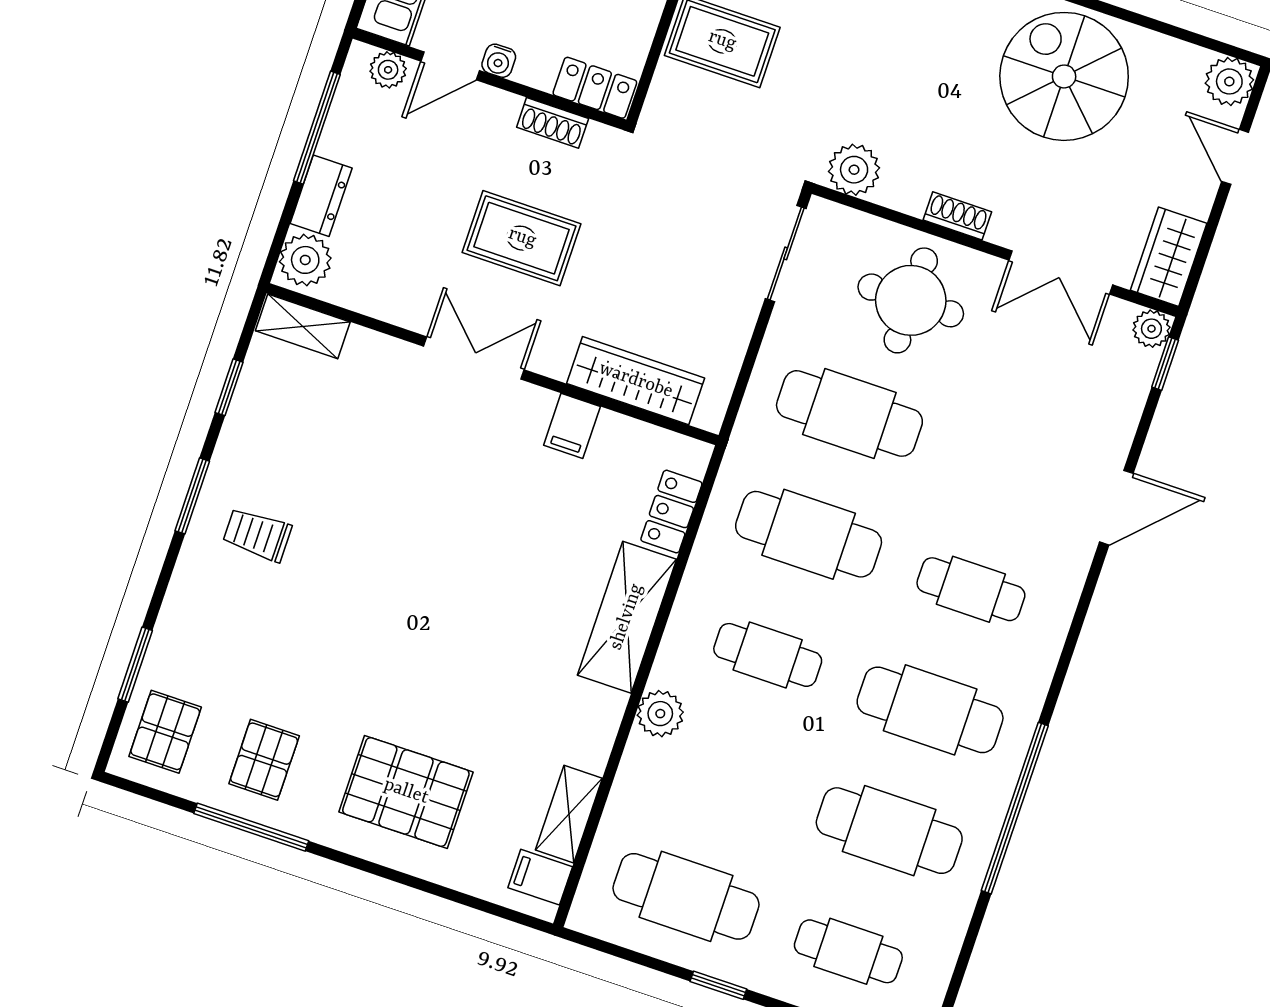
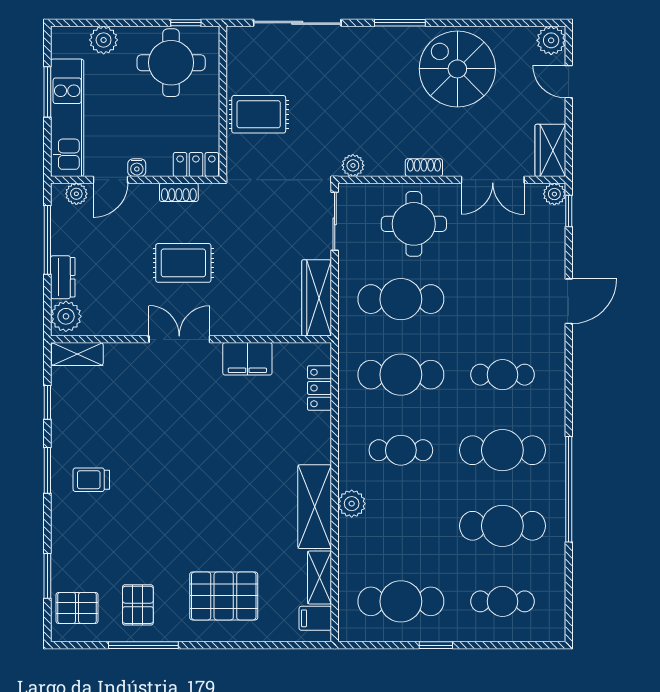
plant: (854, 170) -> (353, 165), width x0.73, depth x0.73
wardrobe: (636, 381) -> (317, 298), moved, turned -90
filing cabinet: (572, 426) -> (247, 359), width x2.00
shelving: (627, 617) -> (315, 507), moved
pallet: (165, 732) -> (77, 608), turned 90

